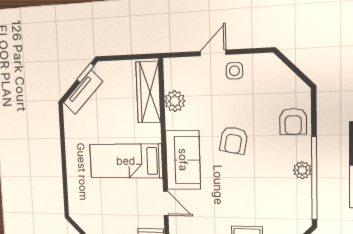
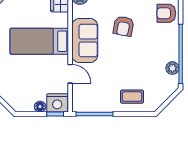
armchair: (293, 121) -> (166, 13), turned 90
plant: (302, 170) -> (172, 68), moved

